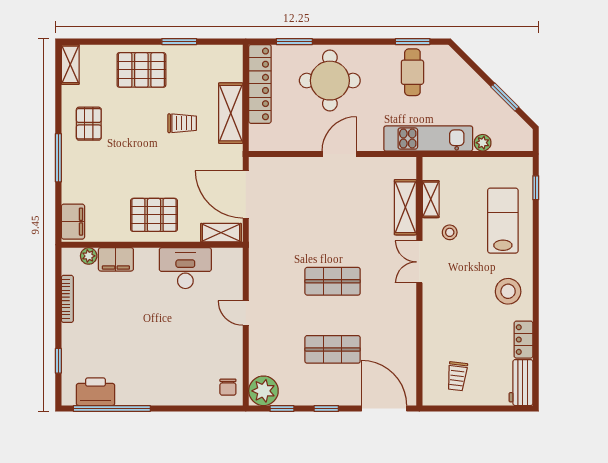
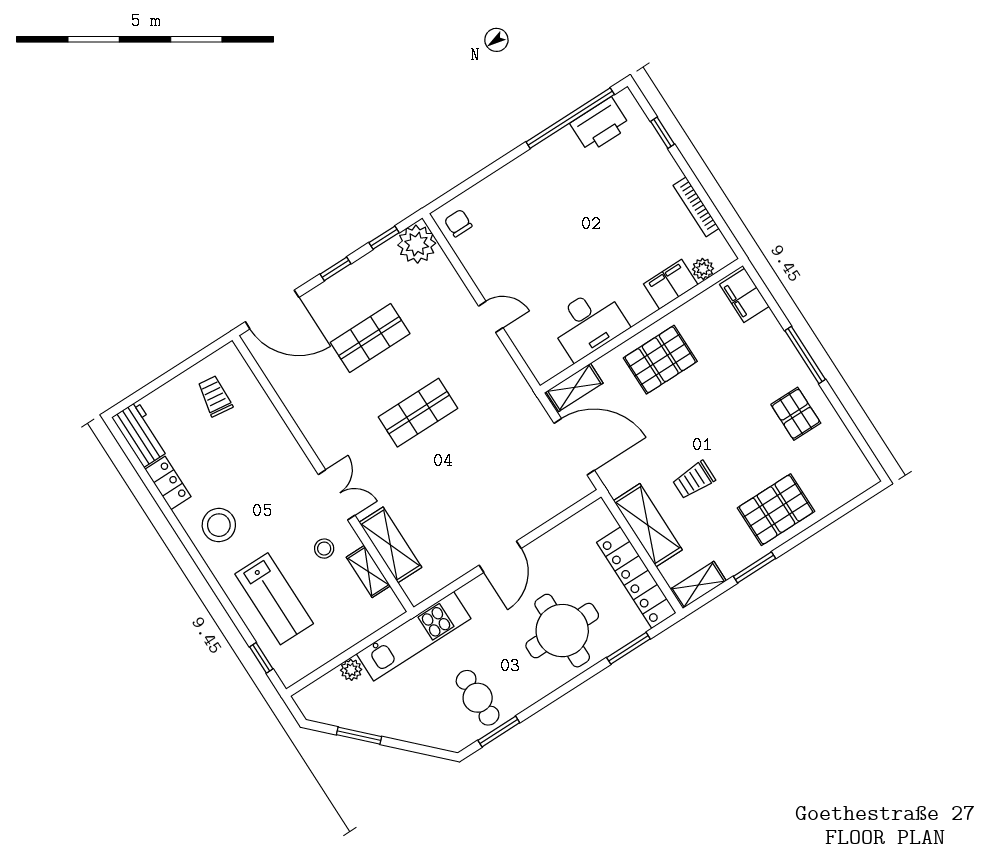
shelving: (70, 64) -> (698, 585), moved, turned 90

